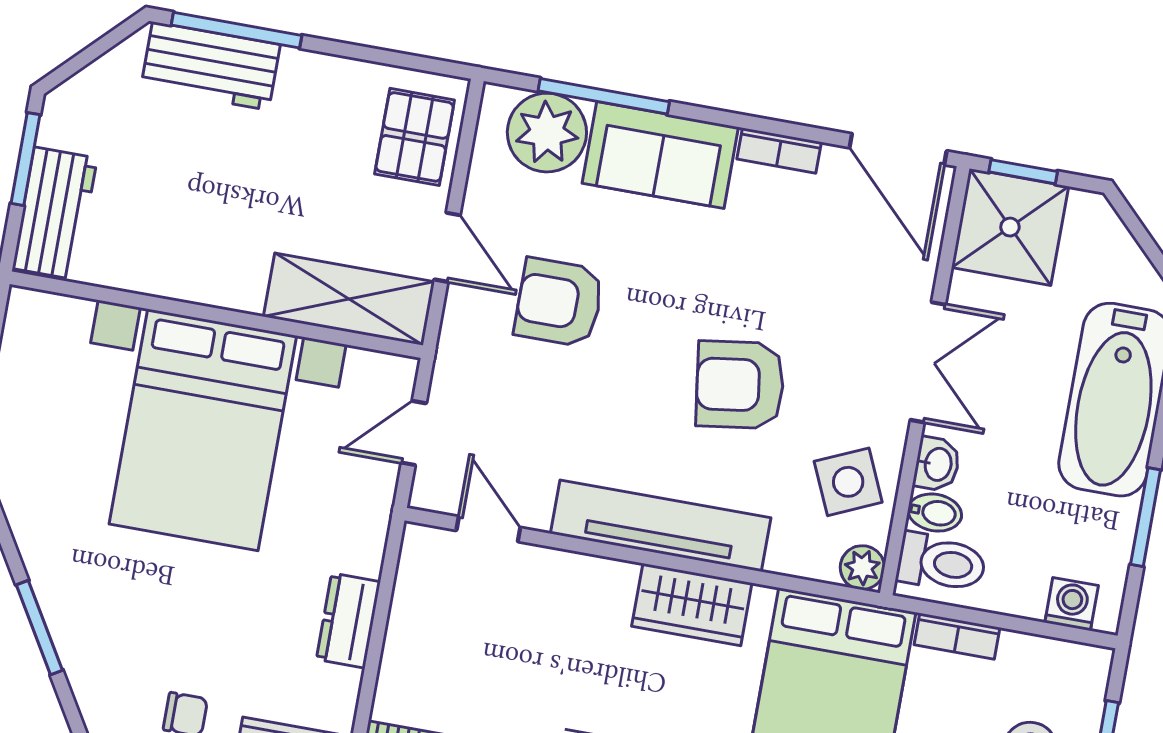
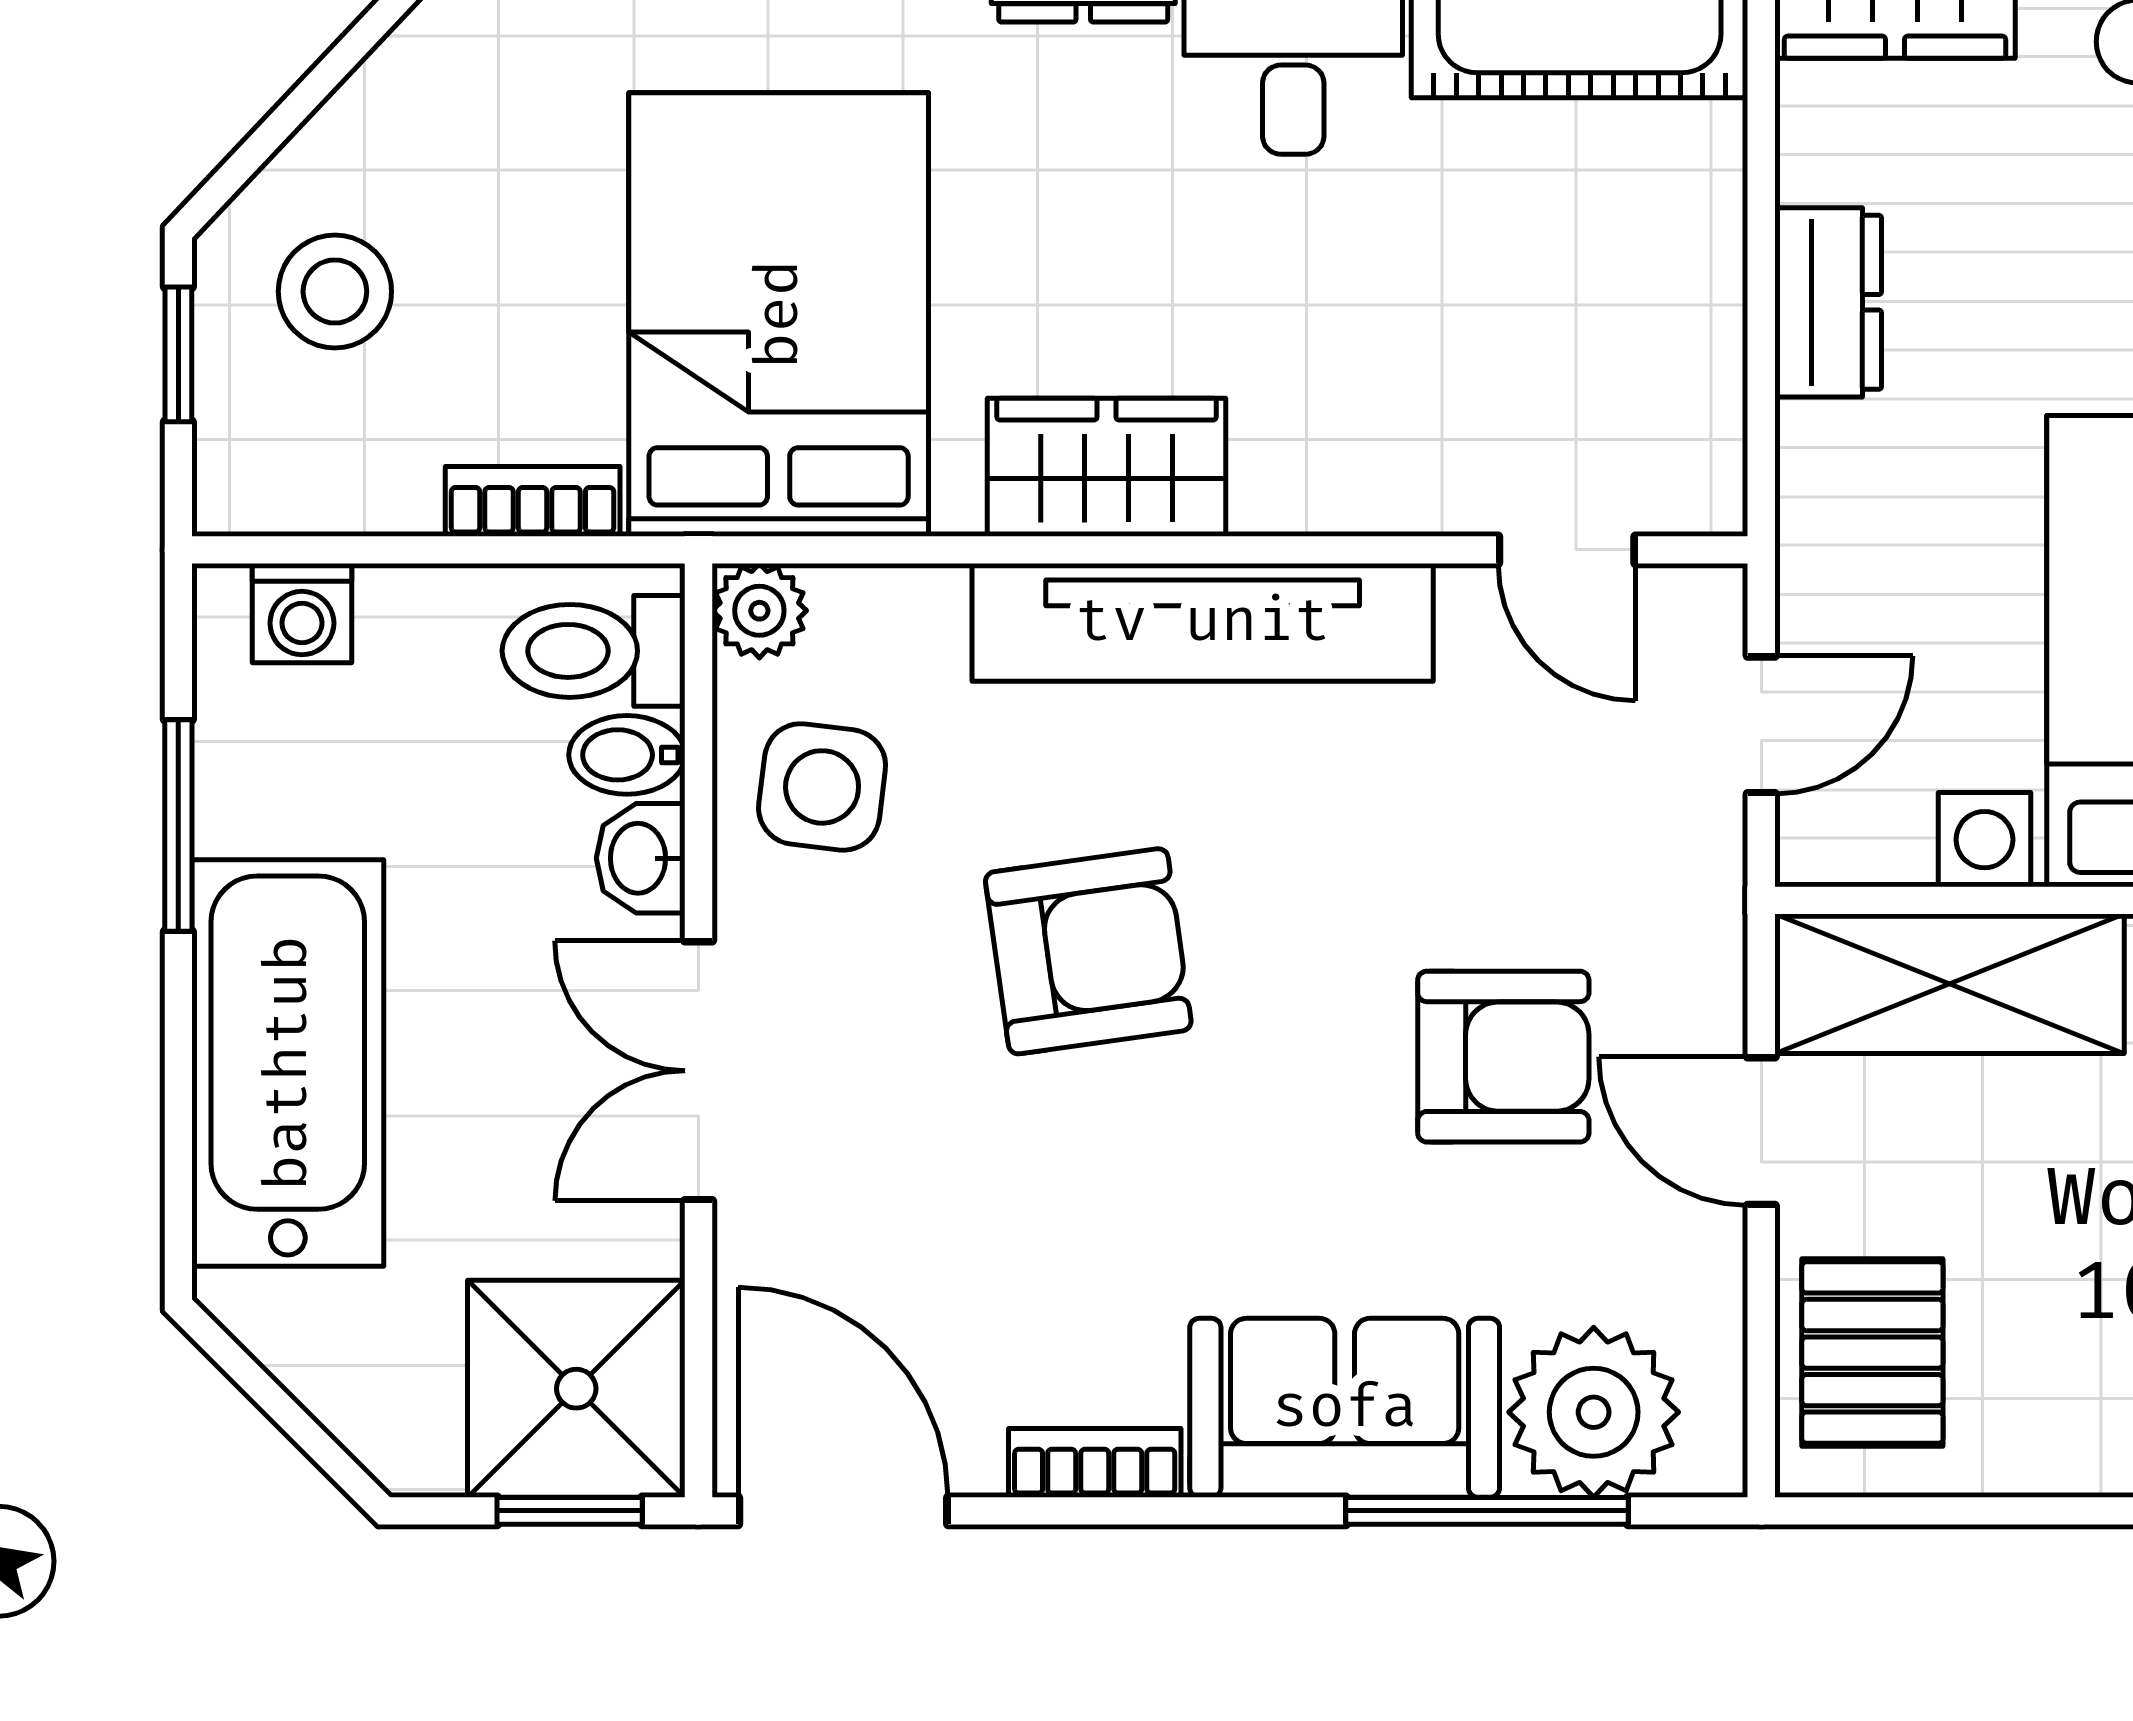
side table: (848, 482) -> (822, 787), turned 31

